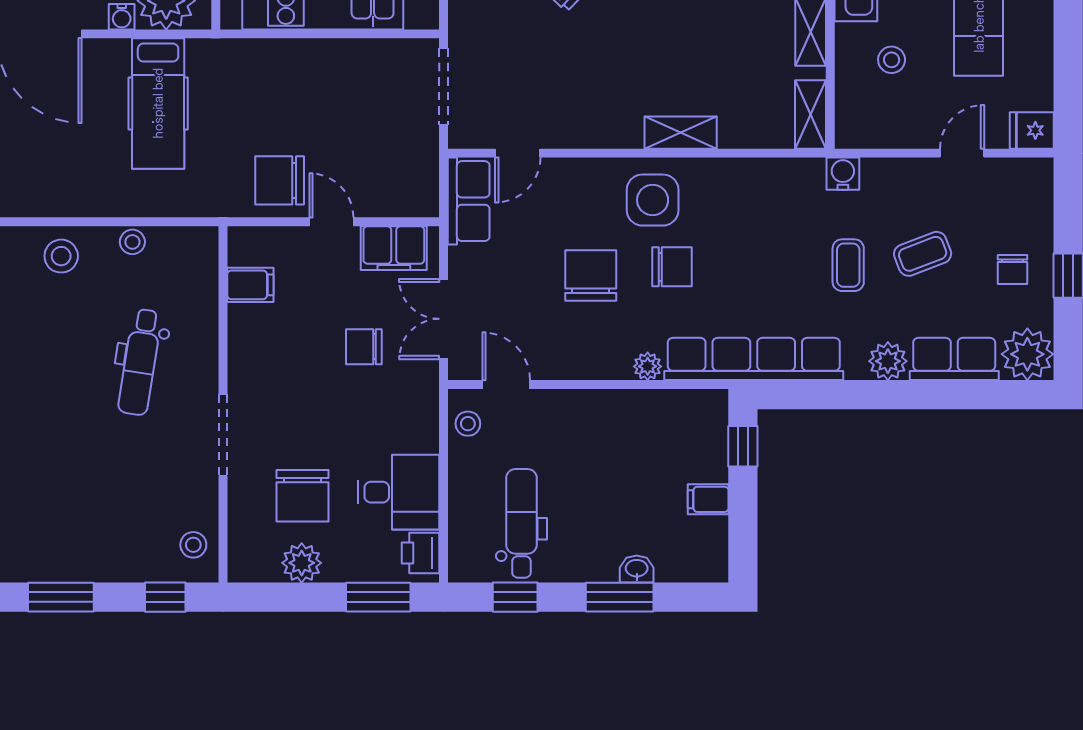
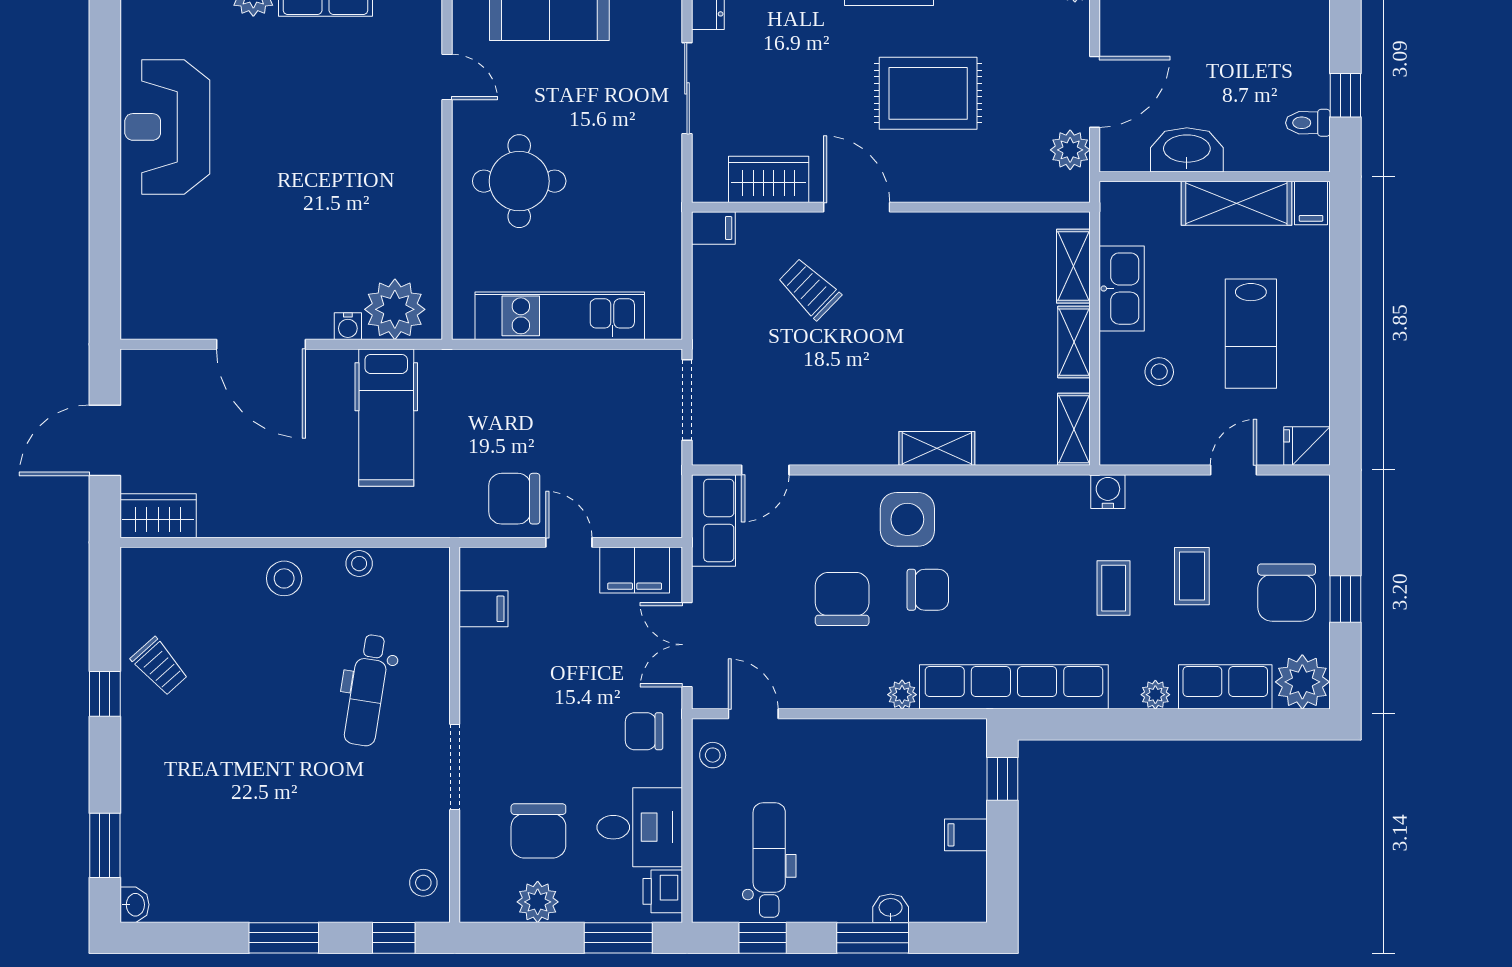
coffee table: (923, 254) -> (1192, 576), turned -69
chair: (1013, 270) -> (1287, 593), width x1.87, depth x1.87
chair: (364, 347) -> (644, 731), moved
plant: (888, 361) -> (1155, 695), width x0.73, depth x0.73

